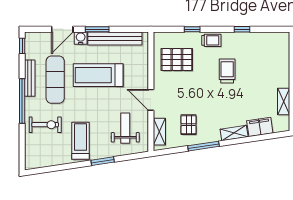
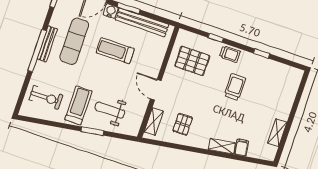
treadmill: (98, 75) -> (115, 51), width x0.73, depth x0.73
bench: (30, 78) -> (47, 44), moved
exercise bike: (45, 125) -> (46, 97), moved
filing cabinet: (260, 127) -> (242, 148), width x0.50
weight bench: (125, 128) -> (110, 110), moved, turned -90
window: (204, 146) -> (190, 149), removed

